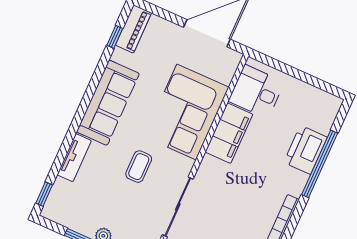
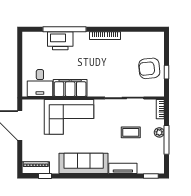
coffee table: (139, 167) -> (131, 132), moved

